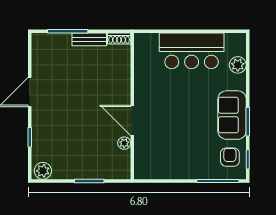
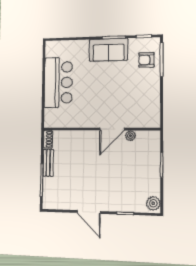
plant: (238, 65) -> (70, 47), removed
armchair: (230, 157) -> (146, 60), moved

